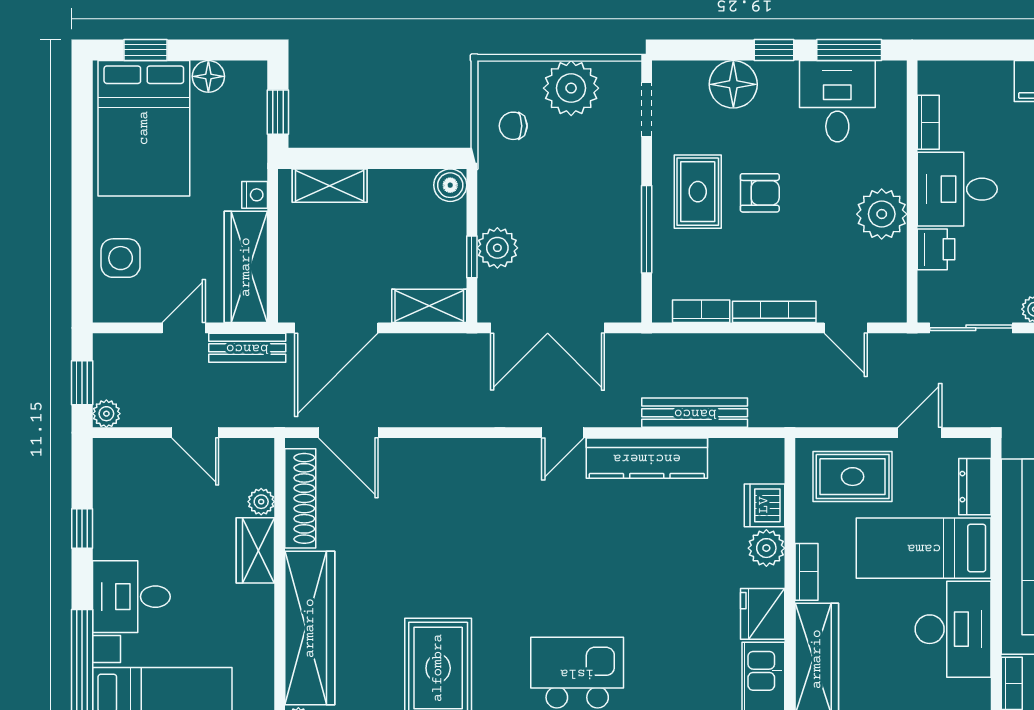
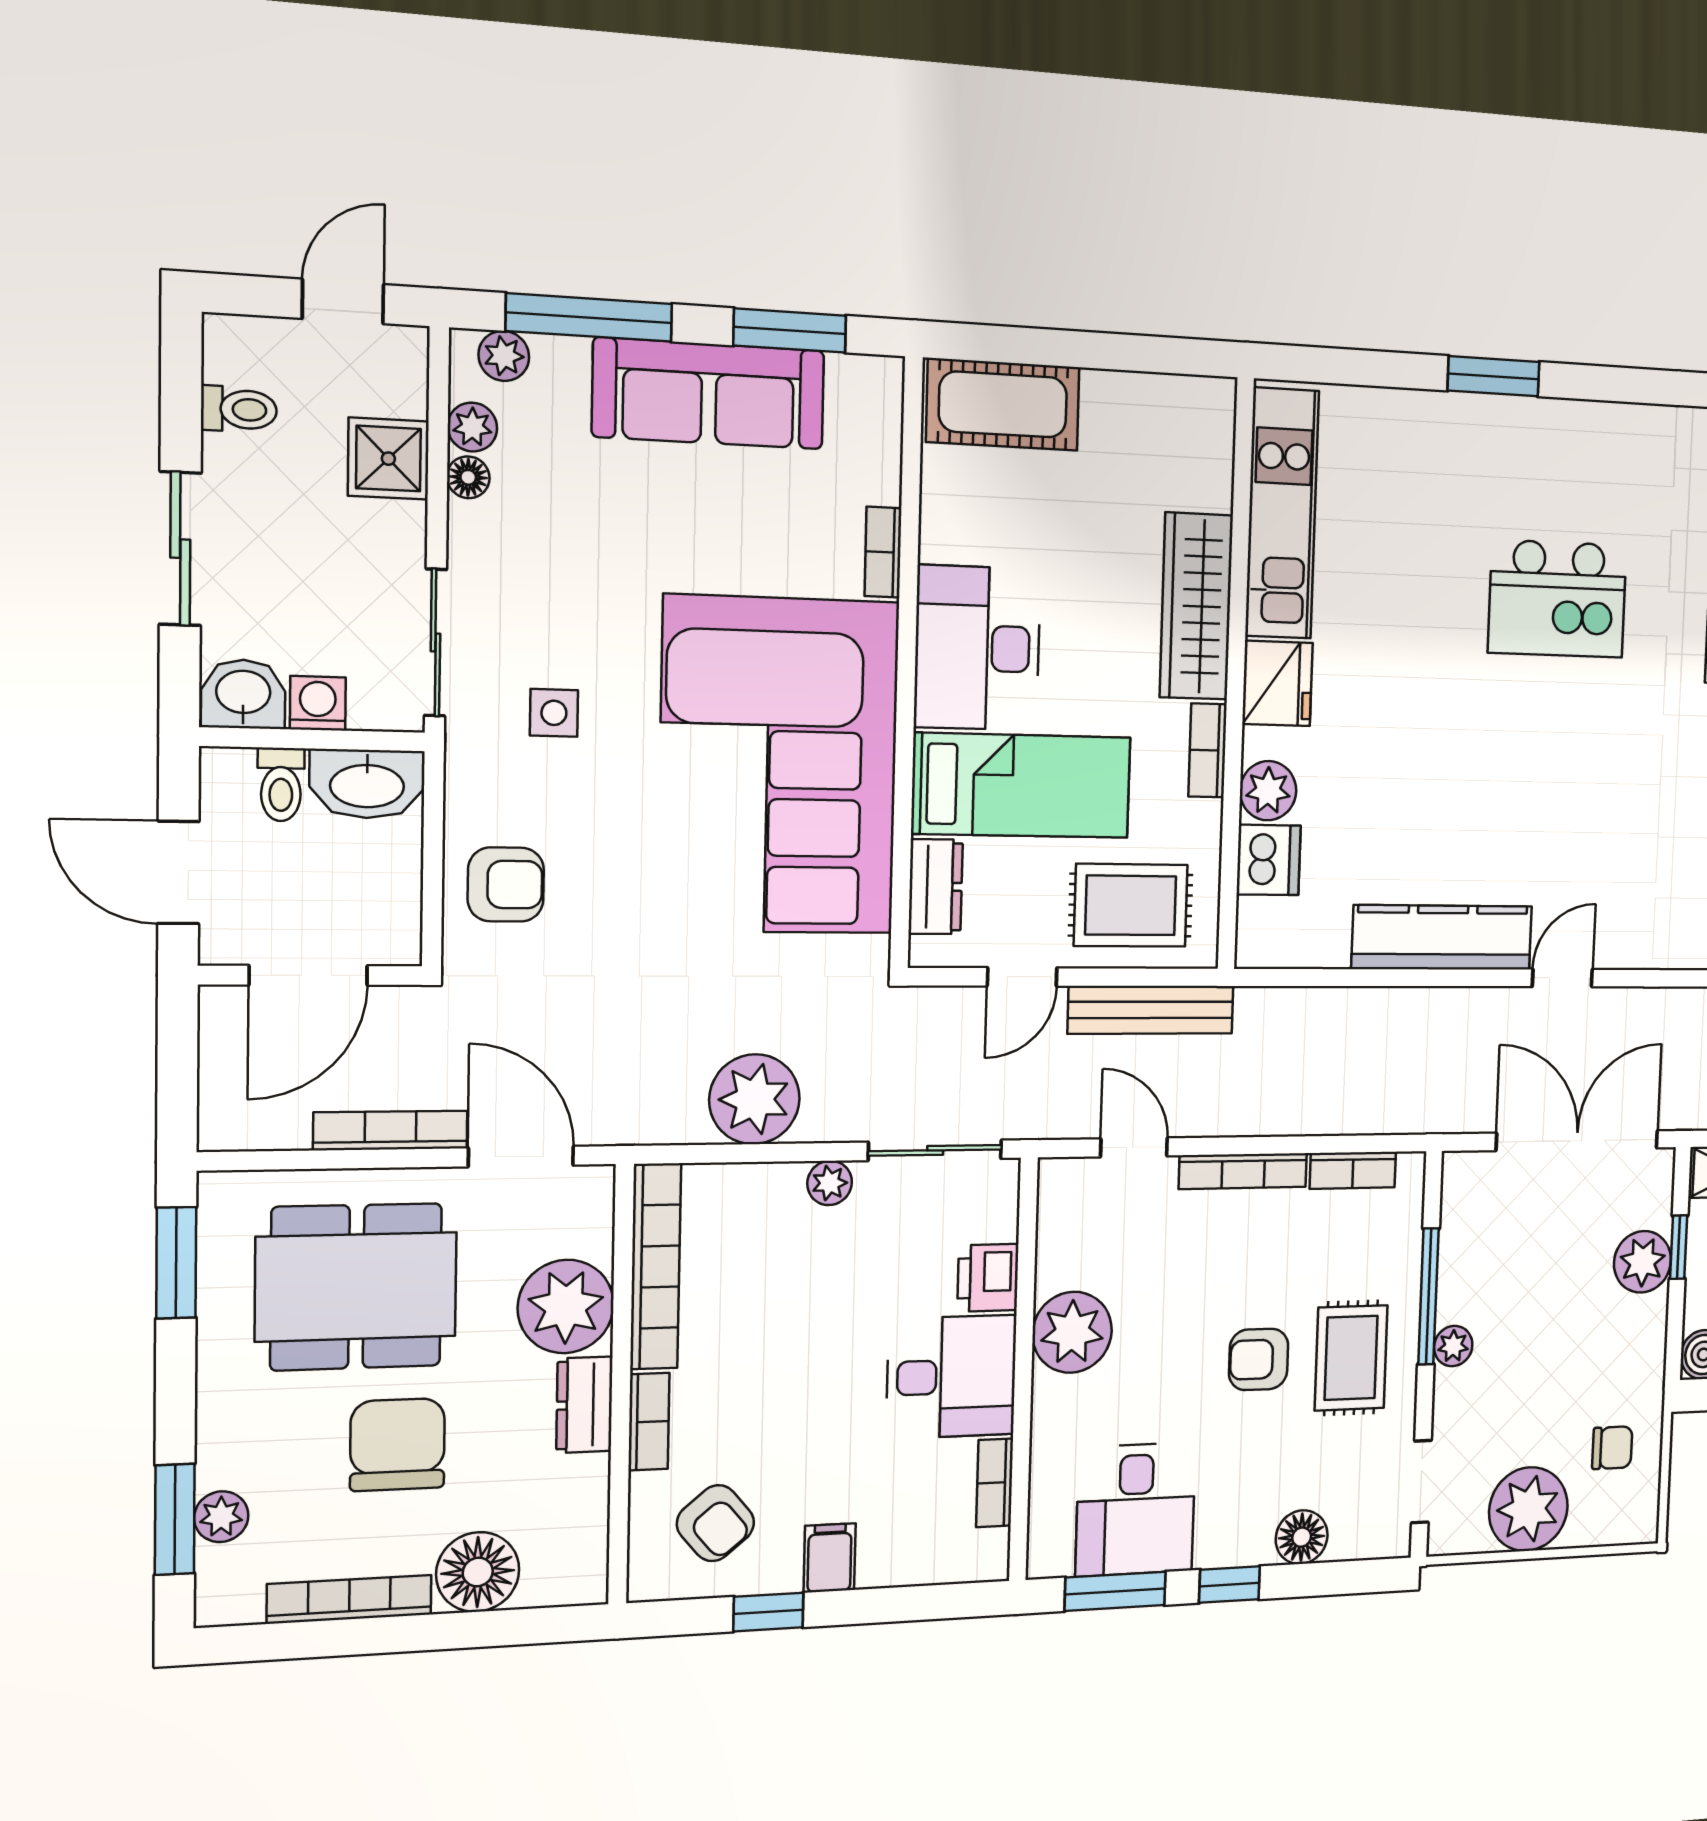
floor lamp: (733, 84) -> (1302, 1537), width x0.73, depth x0.73
plant: (628, 197) -> (1453, 1346), added
bench: (695, 413) -> (1151, 1010), moved

